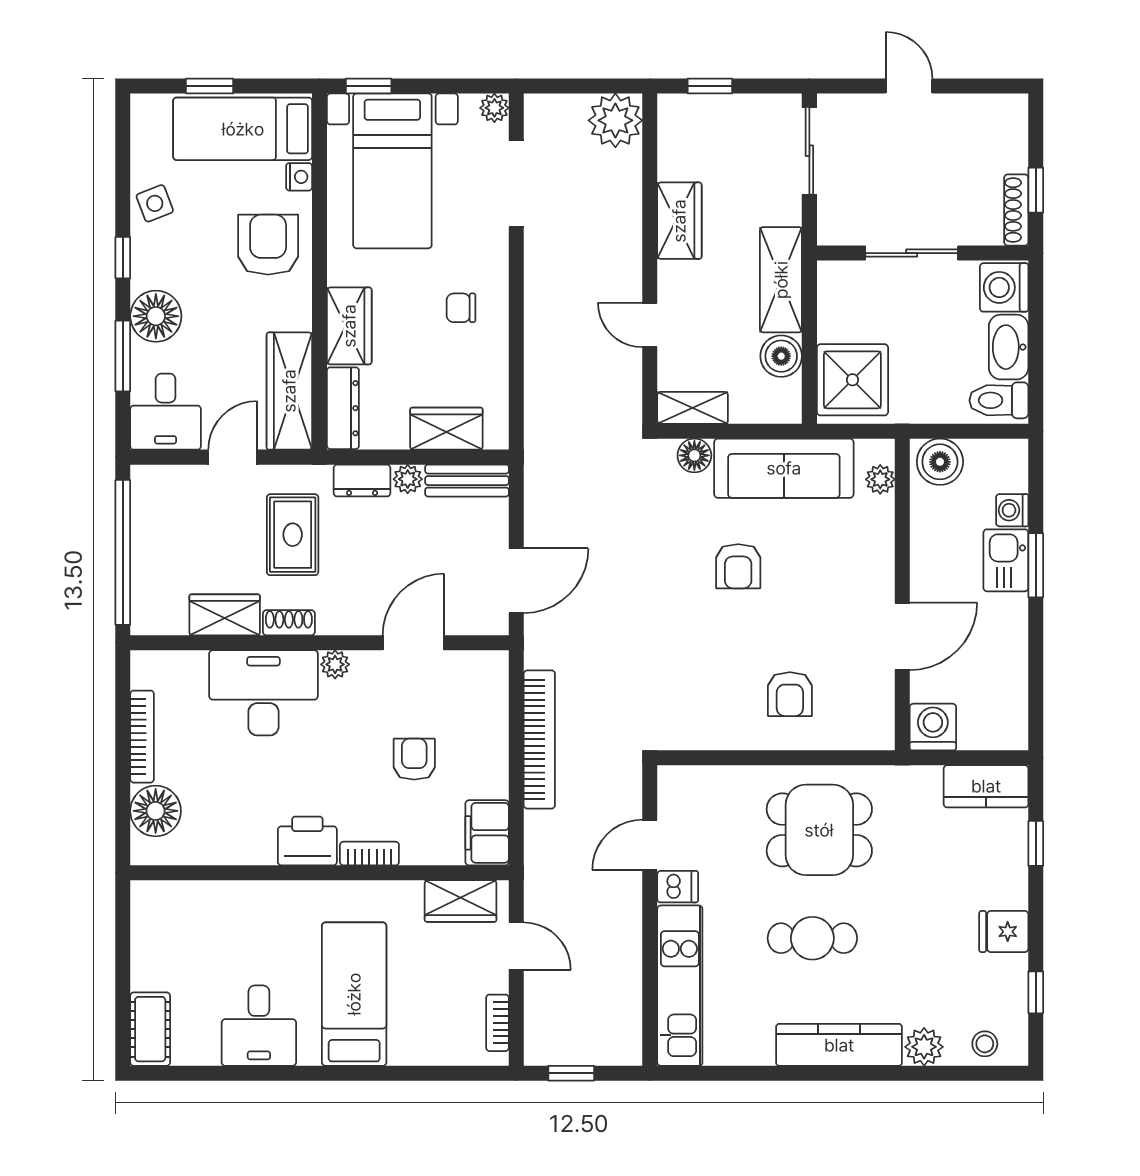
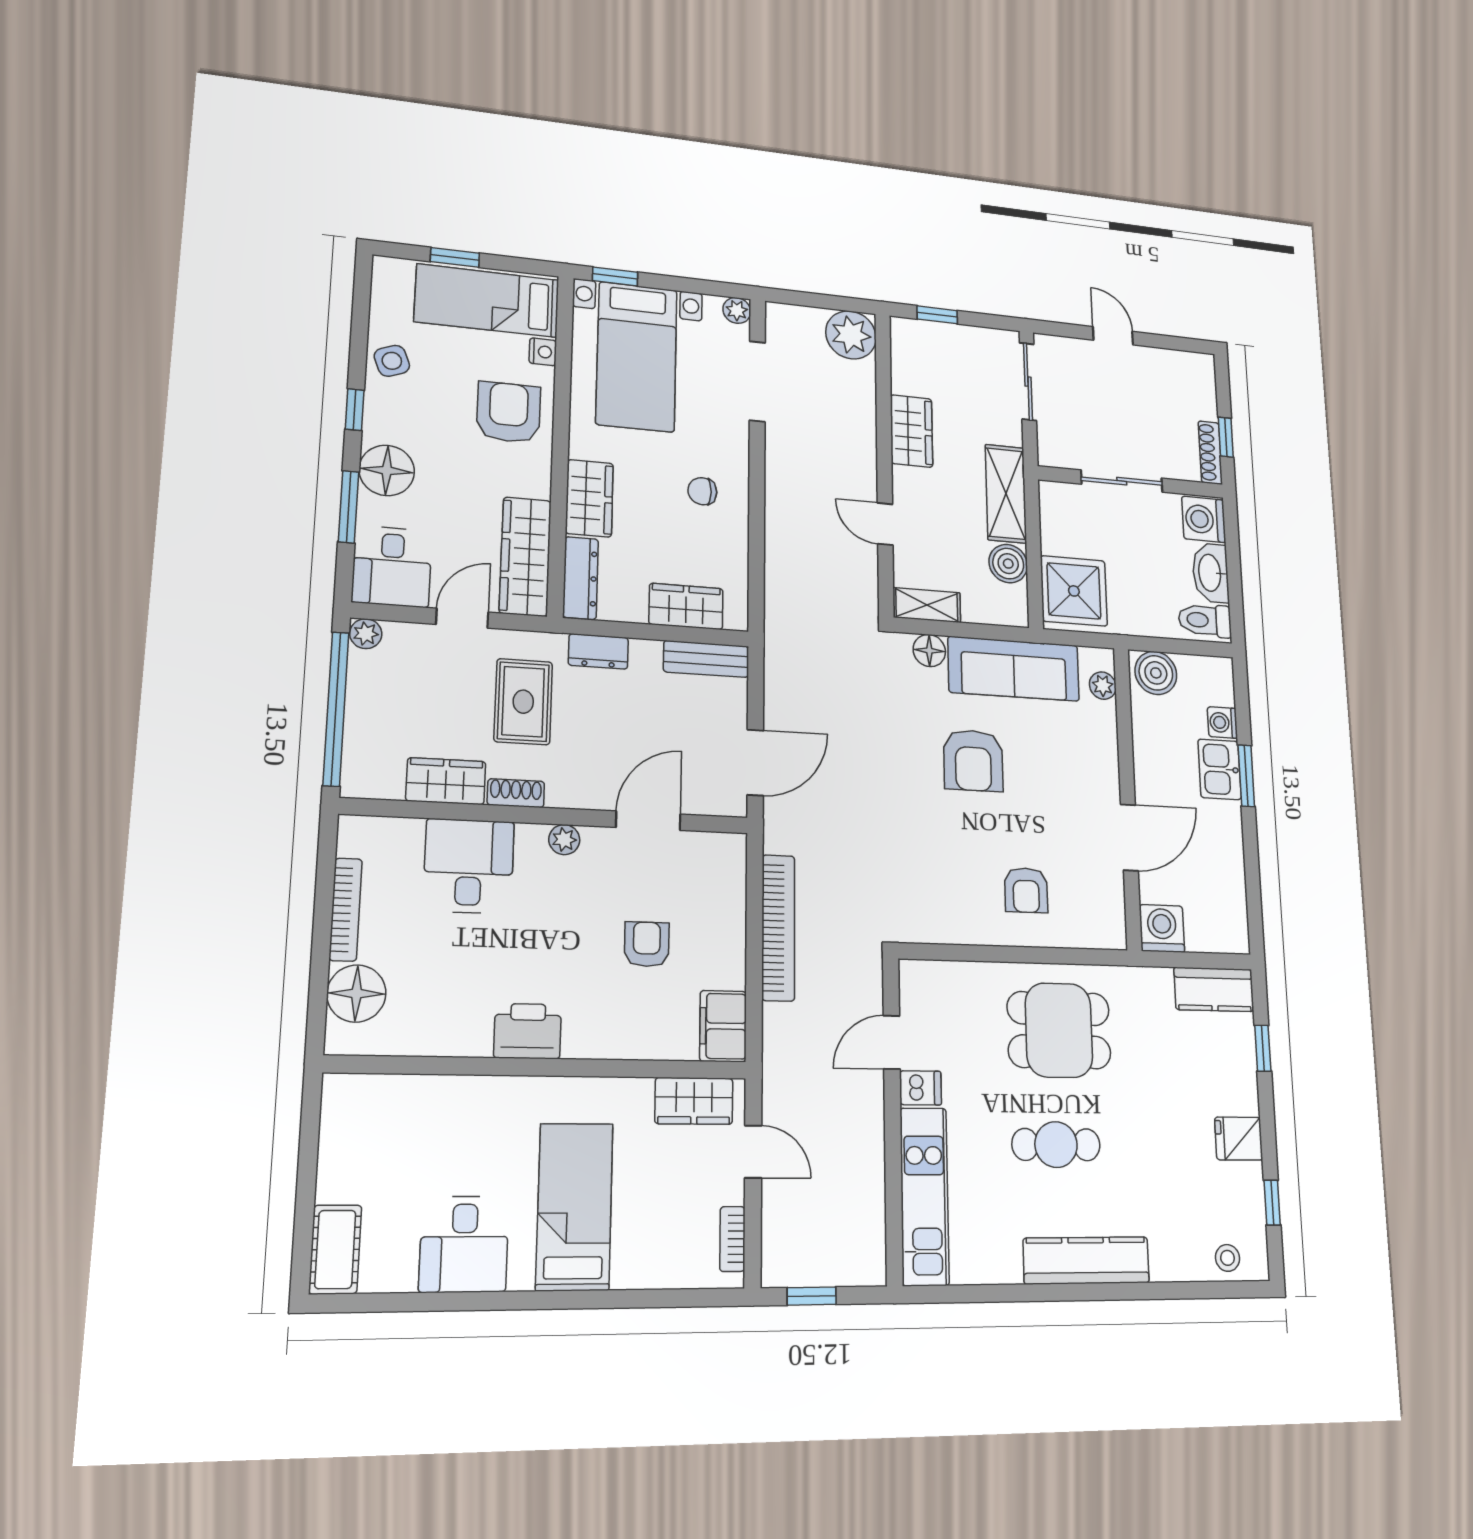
plant: (408, 479) -> (366, 634), moved
armchair: (738, 566) -> (973, 761), width x1.38, depth x1.38
desk: (263, 693) -> (469, 866), width x0.73
bookcase: (369, 854) -> (596, 1047), removed
plant: (924, 1047) -> (1169, 1262), removed

